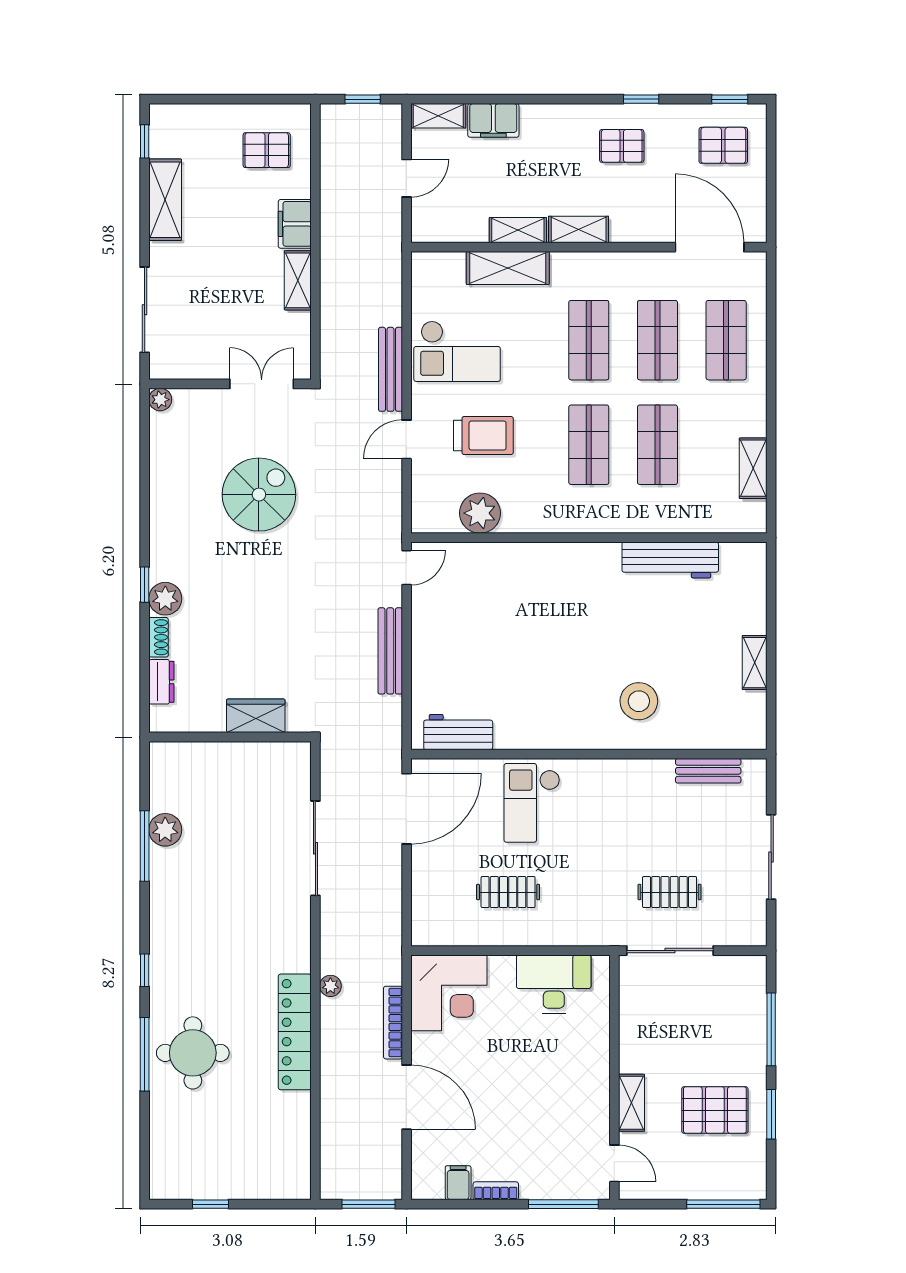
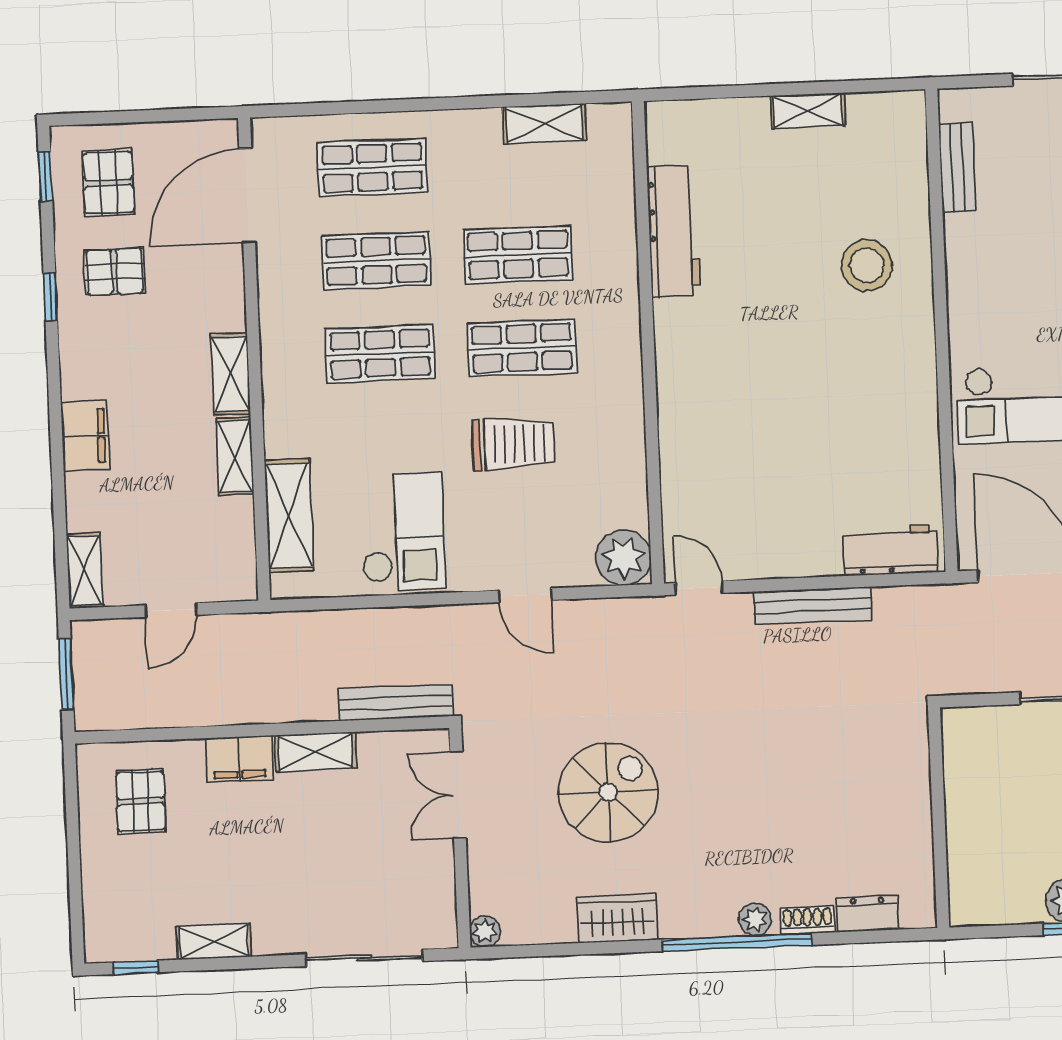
window: (363, 99) -> (66, 674), width x1.50
filing cabinet: (493, 120) -> (85, 436), moved
pallet: (622, 146) -> (114, 272), moved, turned 90
door: (407, 178) -> (171, 610), swing flipped
shelving: (165, 200) -> (214, 942), width x0.67, depth x0.75
shelving: (508, 268) -> (289, 516), moved
bench: (390, 369) -> (395, 703), moved
trolley: (483, 436) -> (514, 444), moved, turned 90
spiral stairs: (259, 495) -> (608, 792), turned 90
plant: (480, 513) -> (624, 558), moved
window: (145, 585) -> (737, 942), width x3.17
plant: (165, 599) -> (755, 919), width x0.73, depth x0.73
wardrobe: (256, 716) -> (618, 918), moved, turned 90
workbench: (458, 732) -> (890, 550), moved, turned 90

